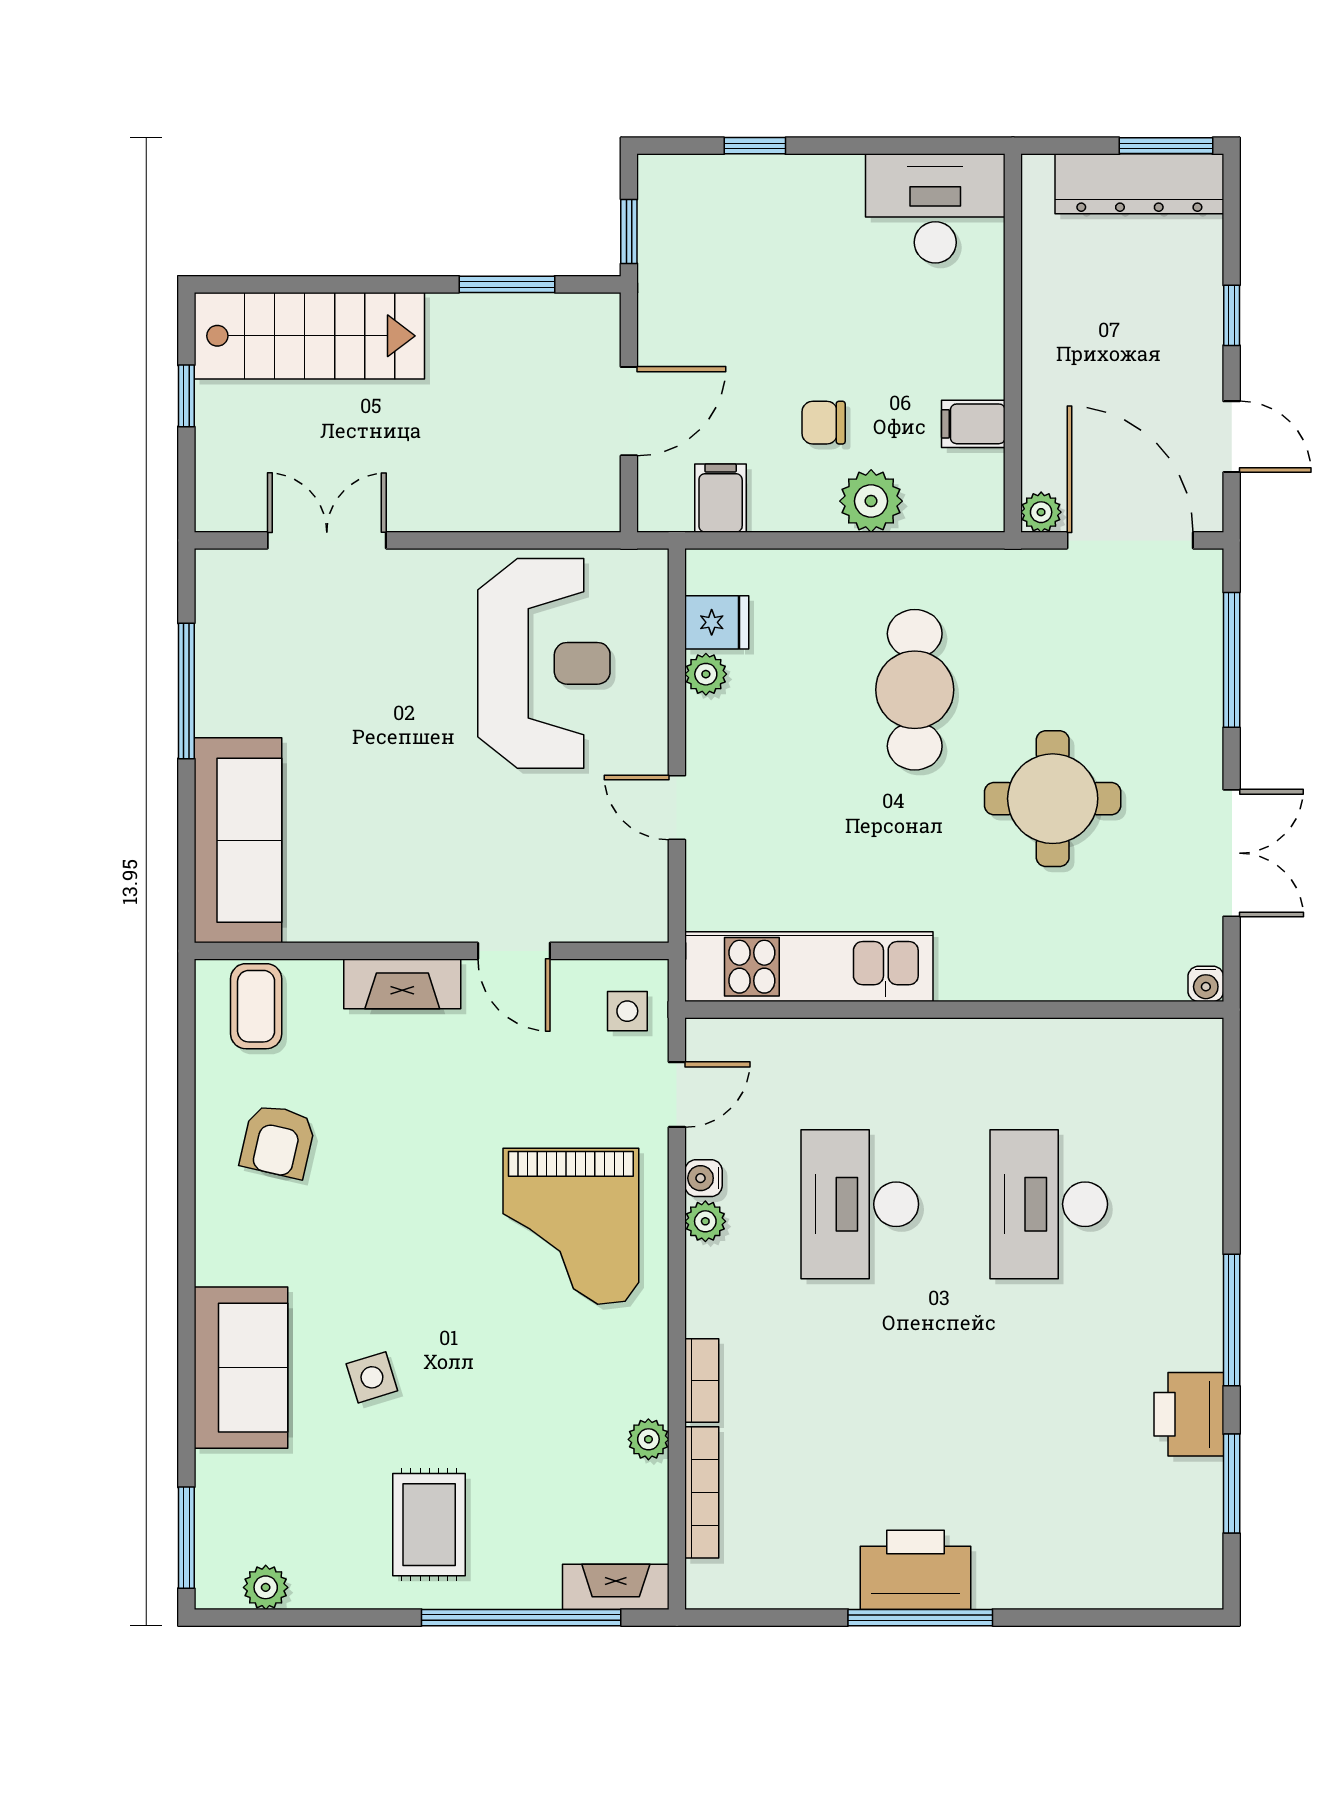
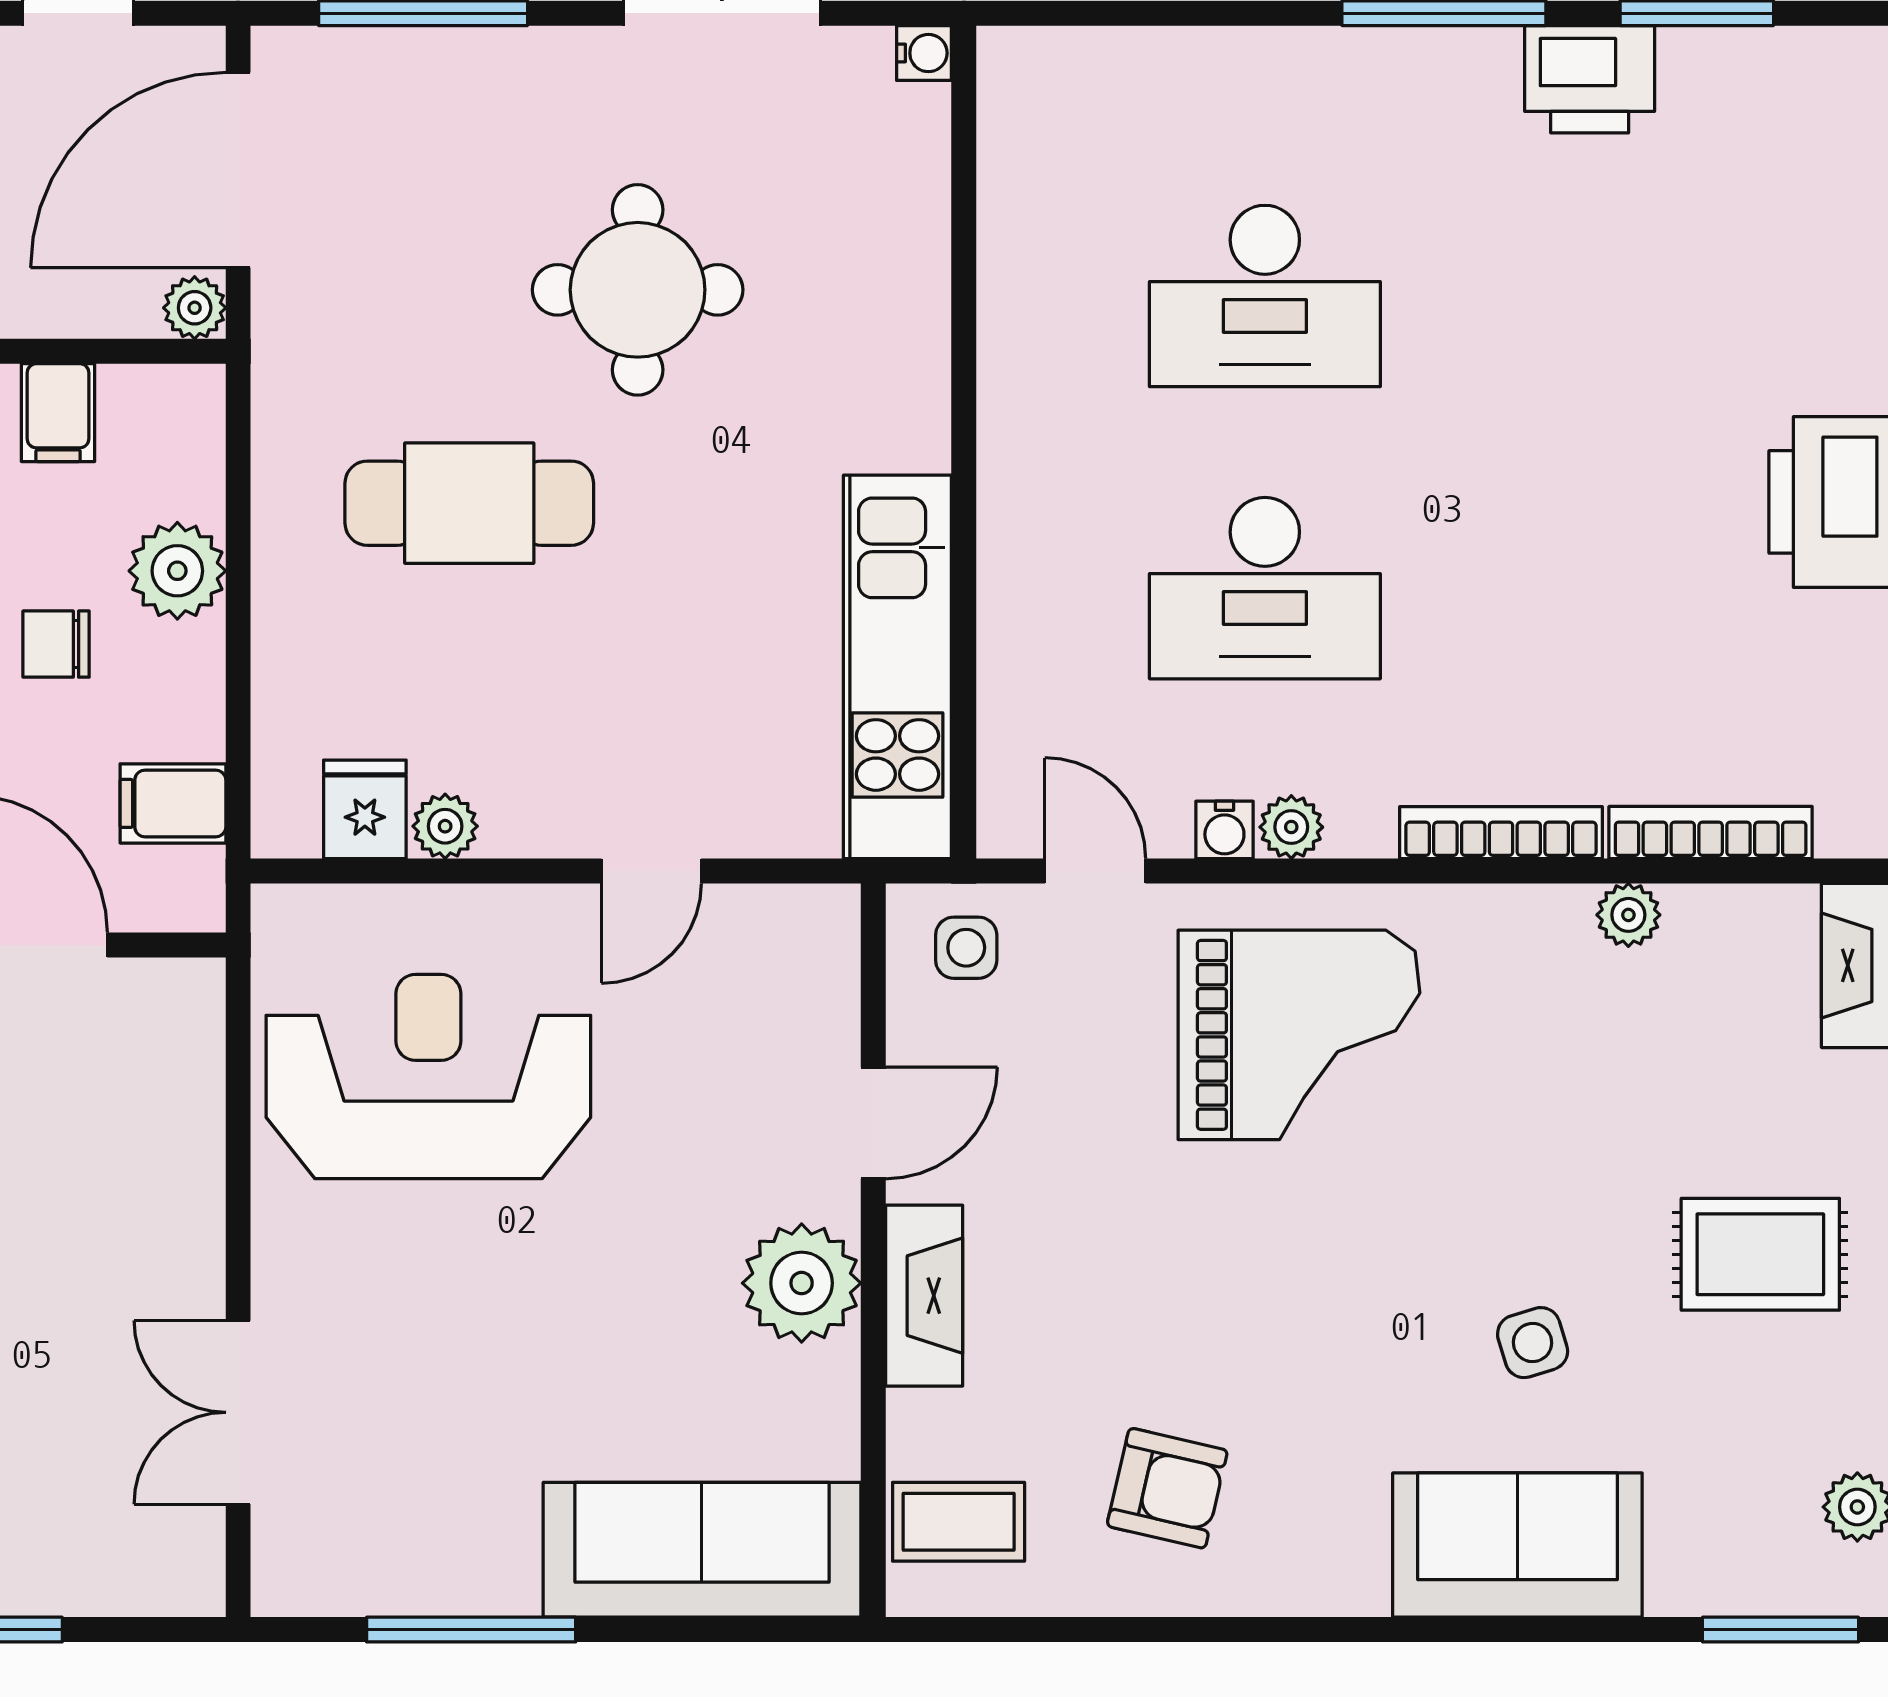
chair: (824, 423) -> (56, 644), turned 90
plant: (410, 905) -> (802, 1283), added
bookcase: (702, 1381) -> (1501, 833), width x1.56

